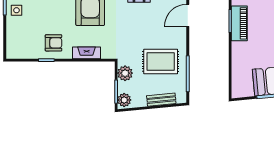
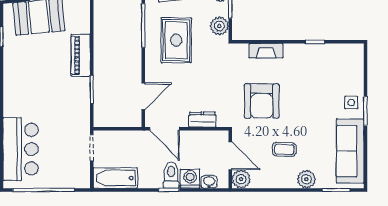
piano: (239, 23) -> (81, 55), moved
armchair: (54, 43) -> (306, 63), removed
rug: (161, 61) -> (176, 40), turned 90

